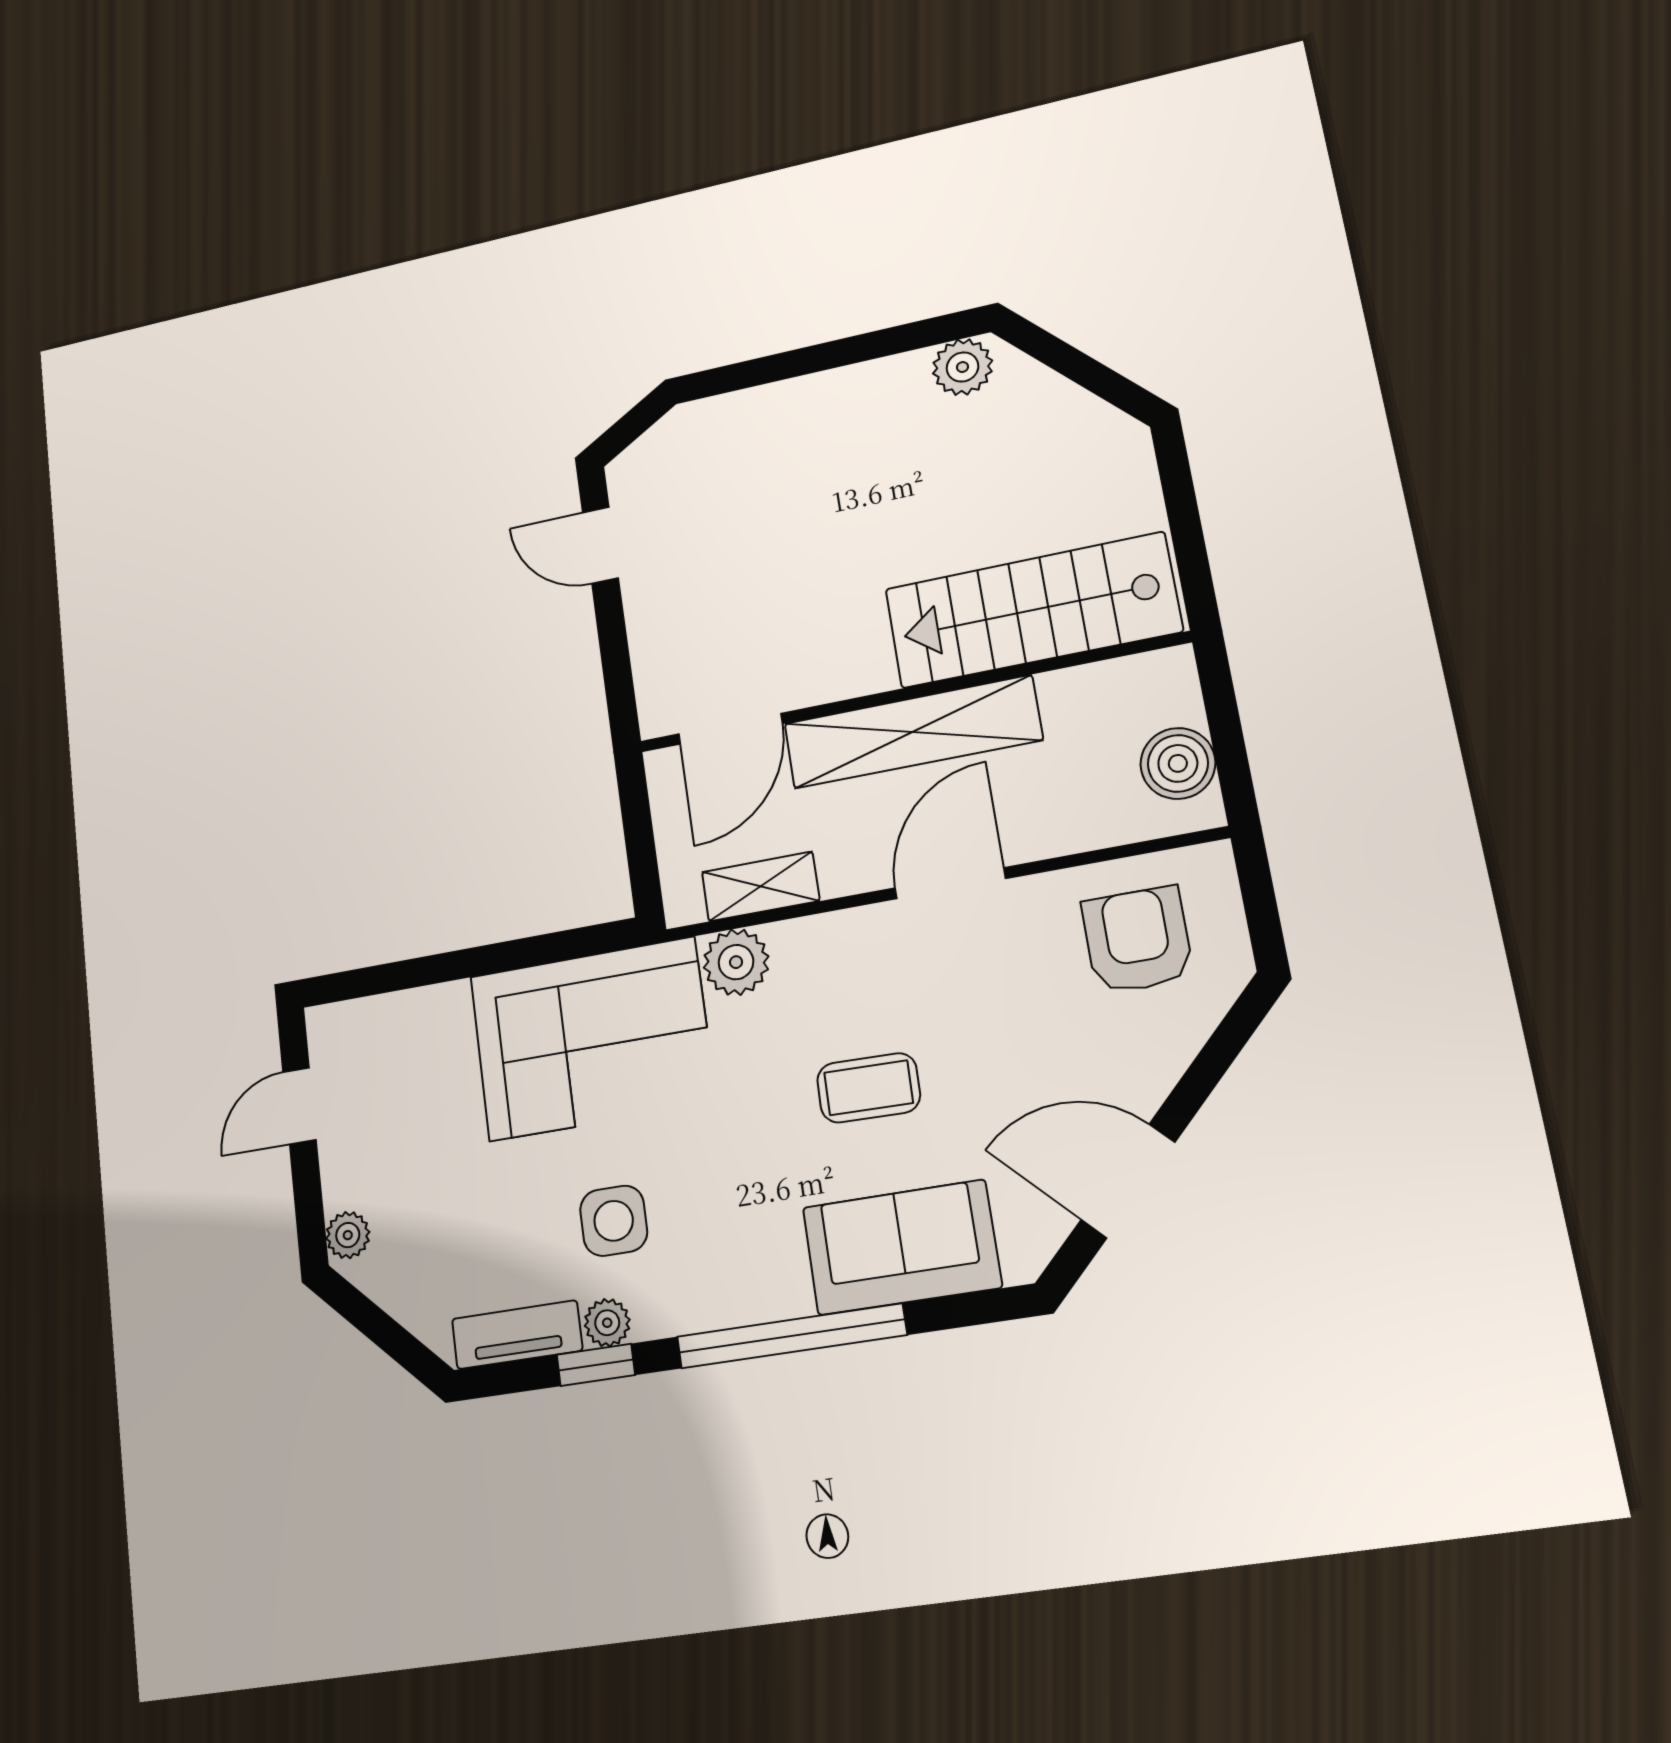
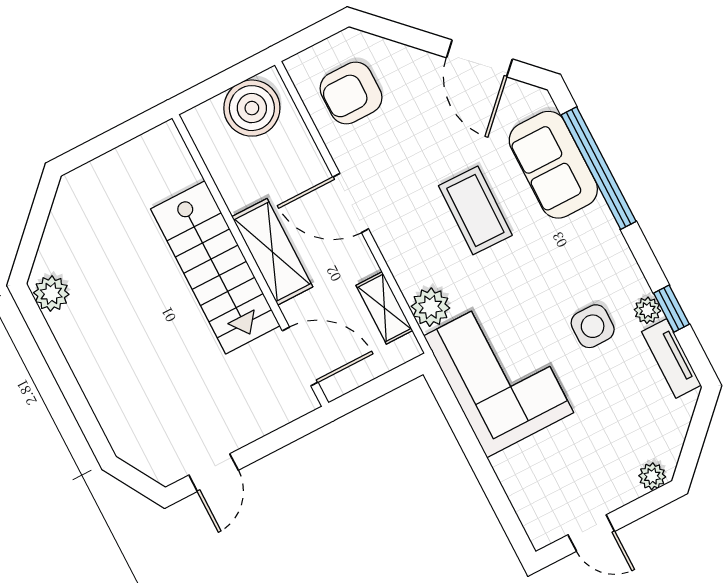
stairs: (1032, 610) -> (215, 267), moved
shelving: (912, 732) -> (272, 252), width x0.68
boiler: (1178, 763) -> (252, 108), width x1.37, depth x1.37
coffee table: (869, 1088) -> (475, 210), width x1.36, depth x1.30
window: (791, 1336) -> (599, 168), moved

